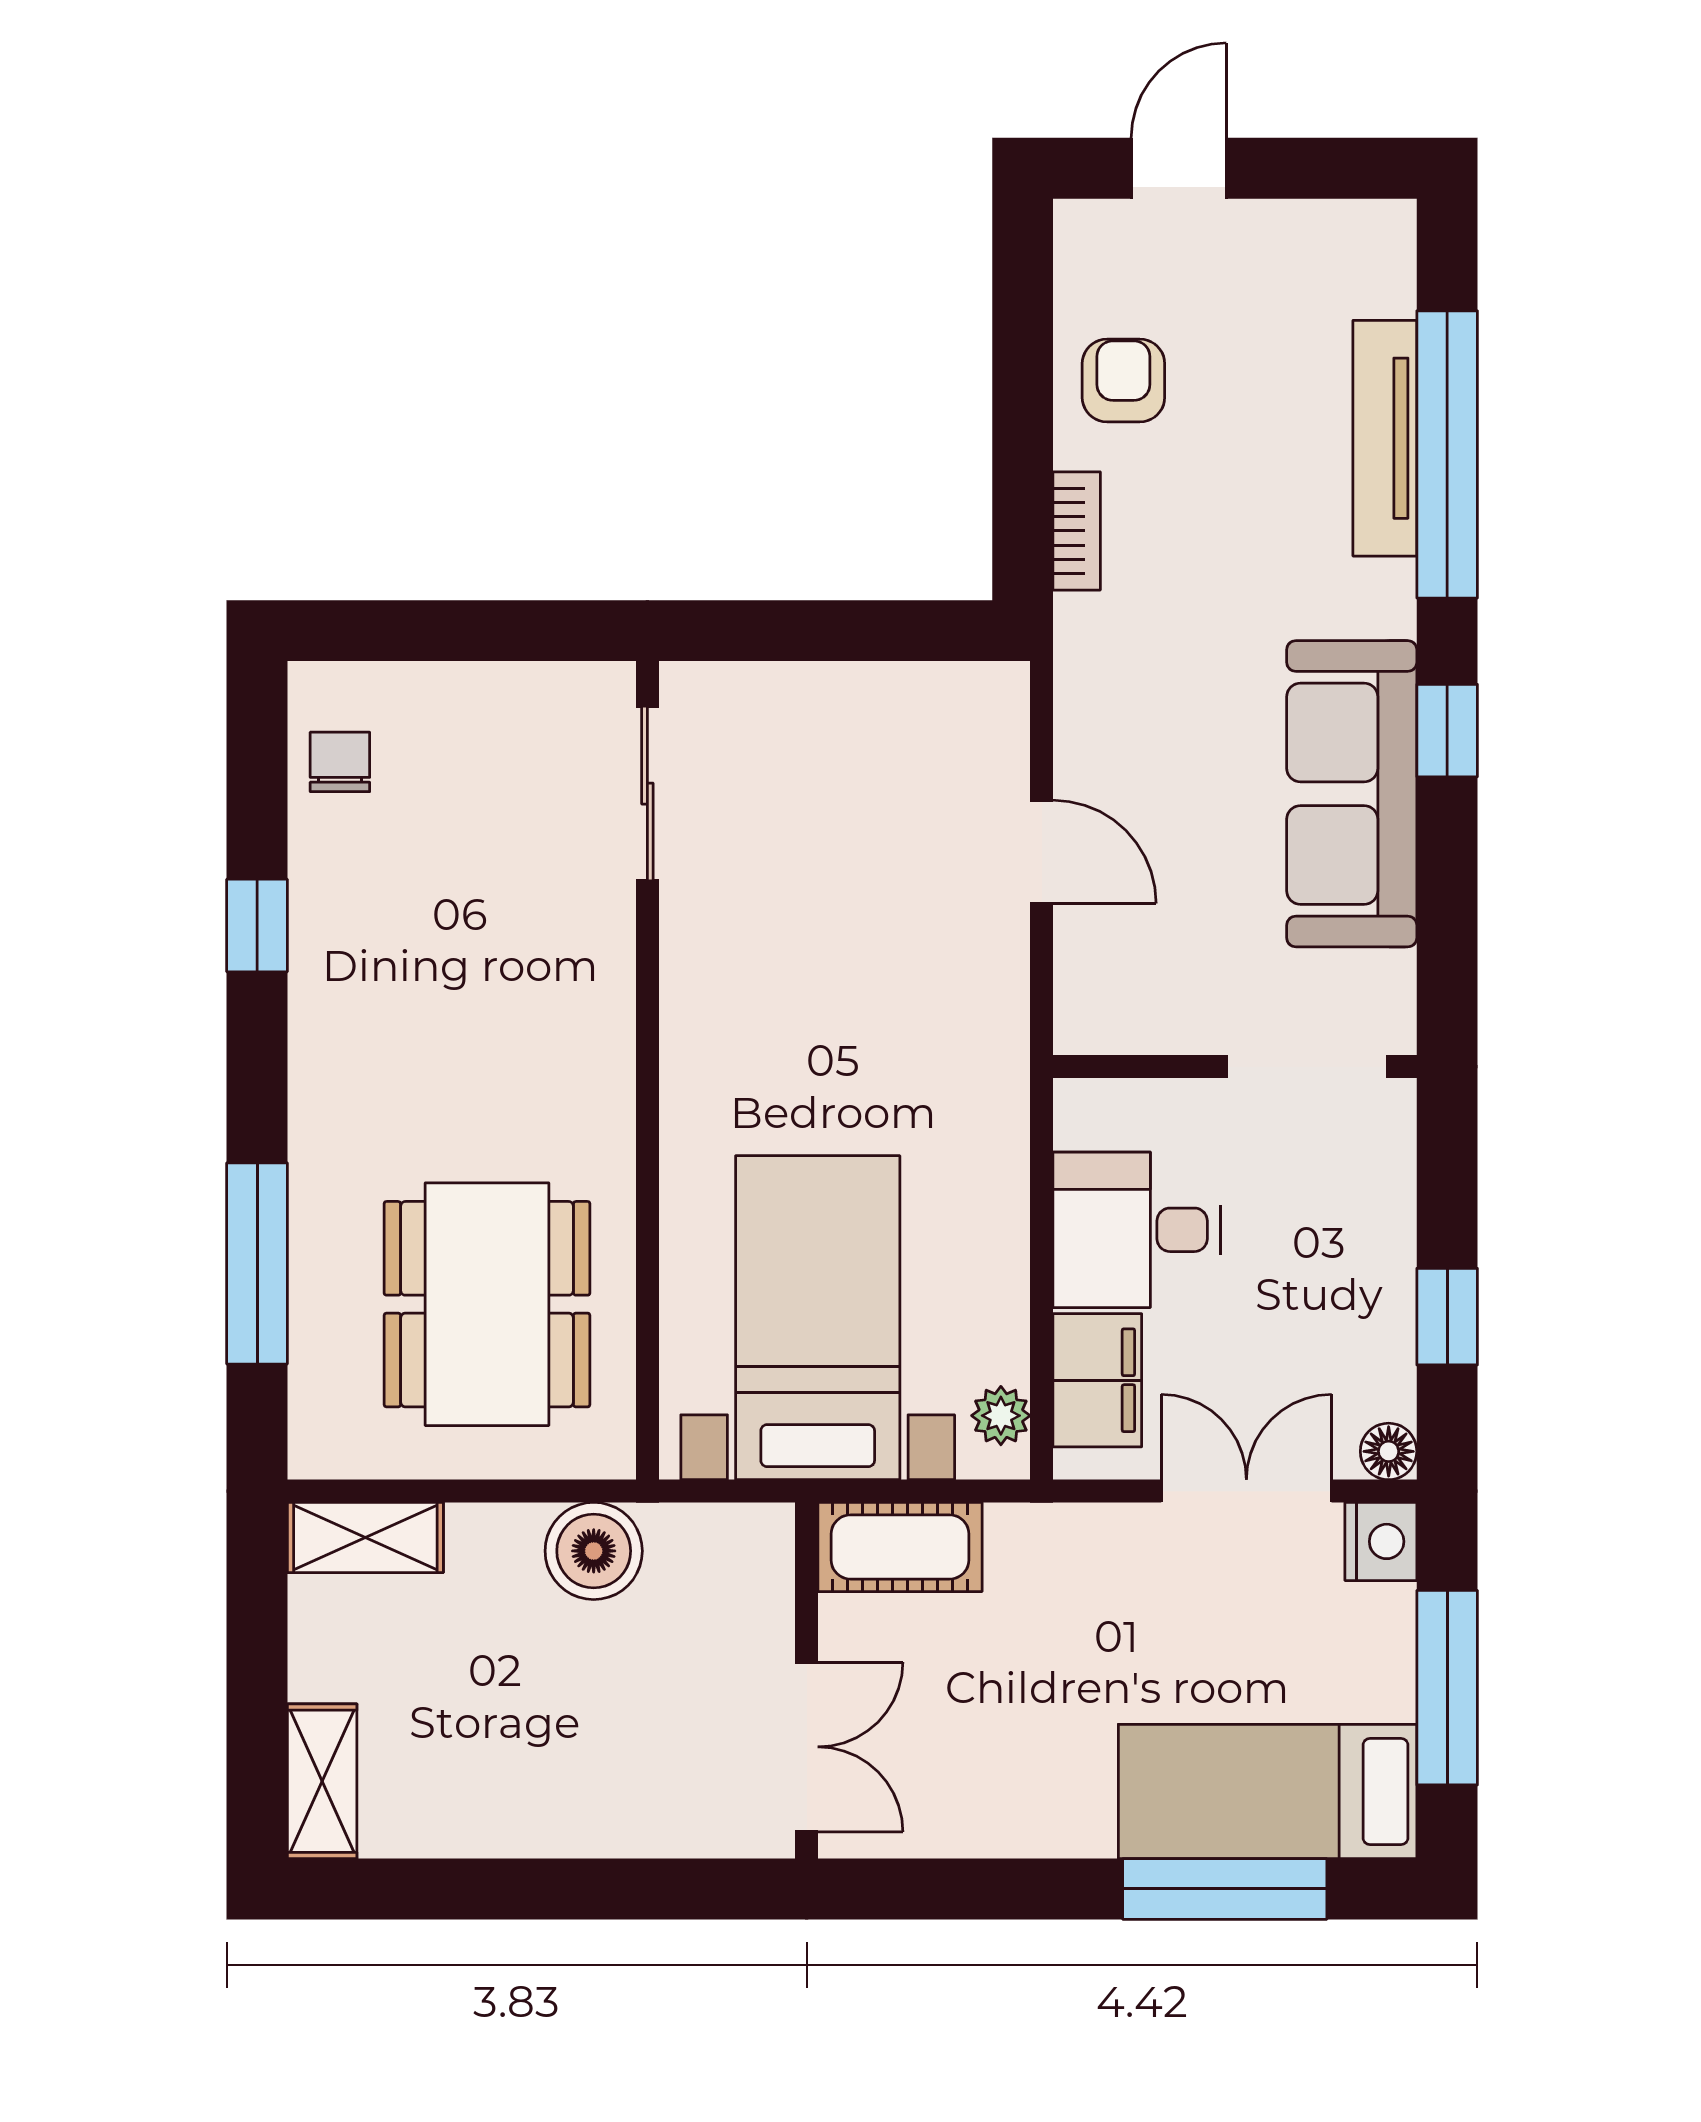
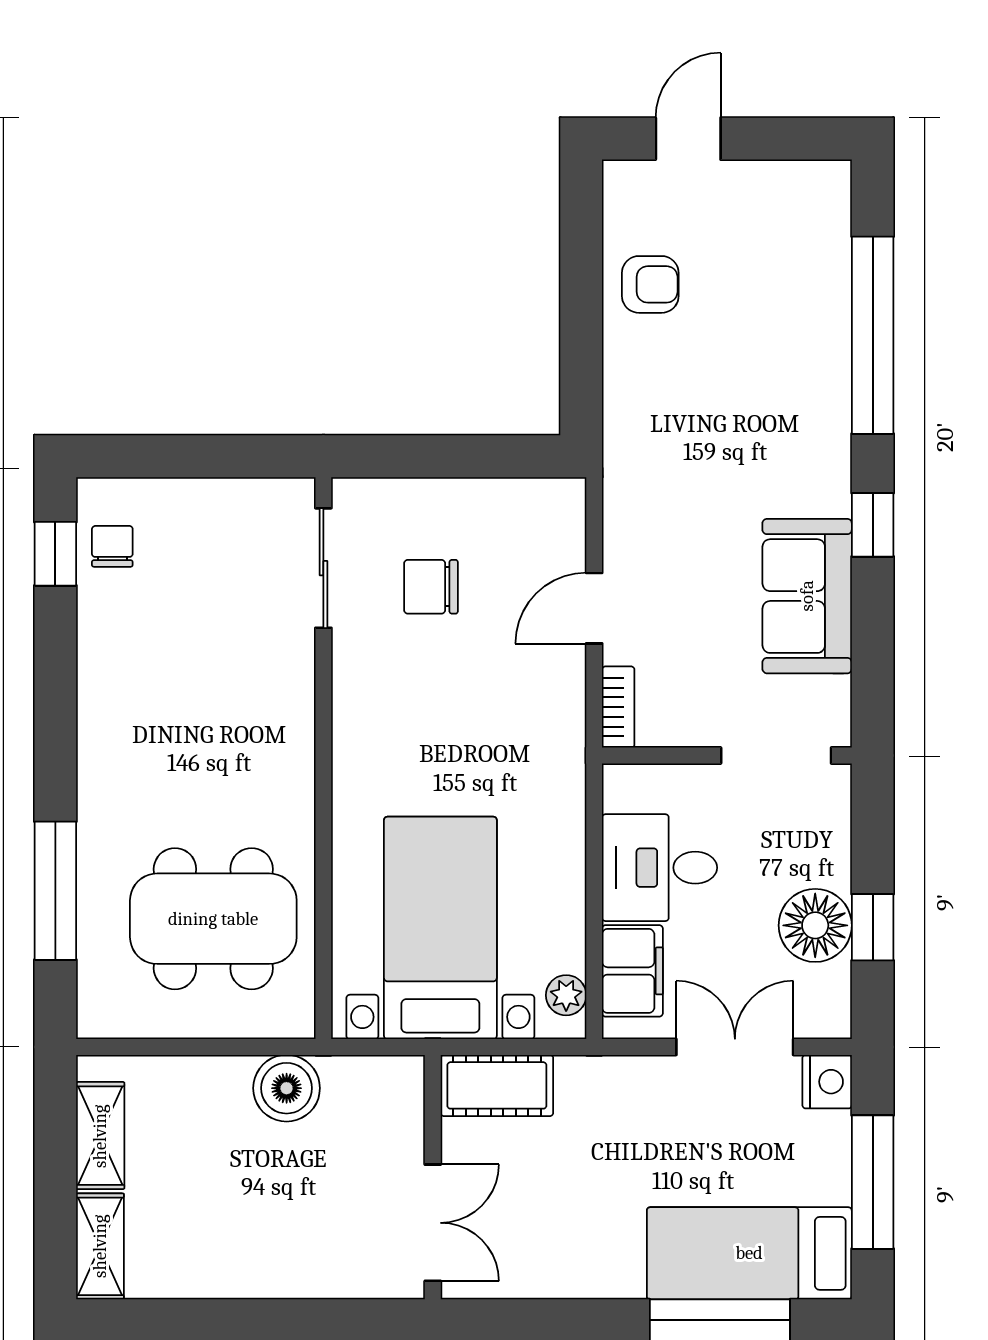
armchair: (1123, 381) -> (650, 284), turned 90
tv unit: (1385, 438) -> (830, 324), removed
bookcase: (1077, 531) -> (618, 707), moved
sofa: (1352, 794) -> (807, 596), width x0.73
chair: (804, 821) -> (431, 587), added
door: (1042, 852) -> (594, 608), swing flipped
window: (257, 926) -> (55, 554), moved
dining table: (487, 1304) -> (213, 919), turned 90
floor lamp: (1389, 1451) -> (815, 925), moved, width x1.89, depth x1.89
shelving: (365, 1537) -> (100, 1136), moved, turned 90

